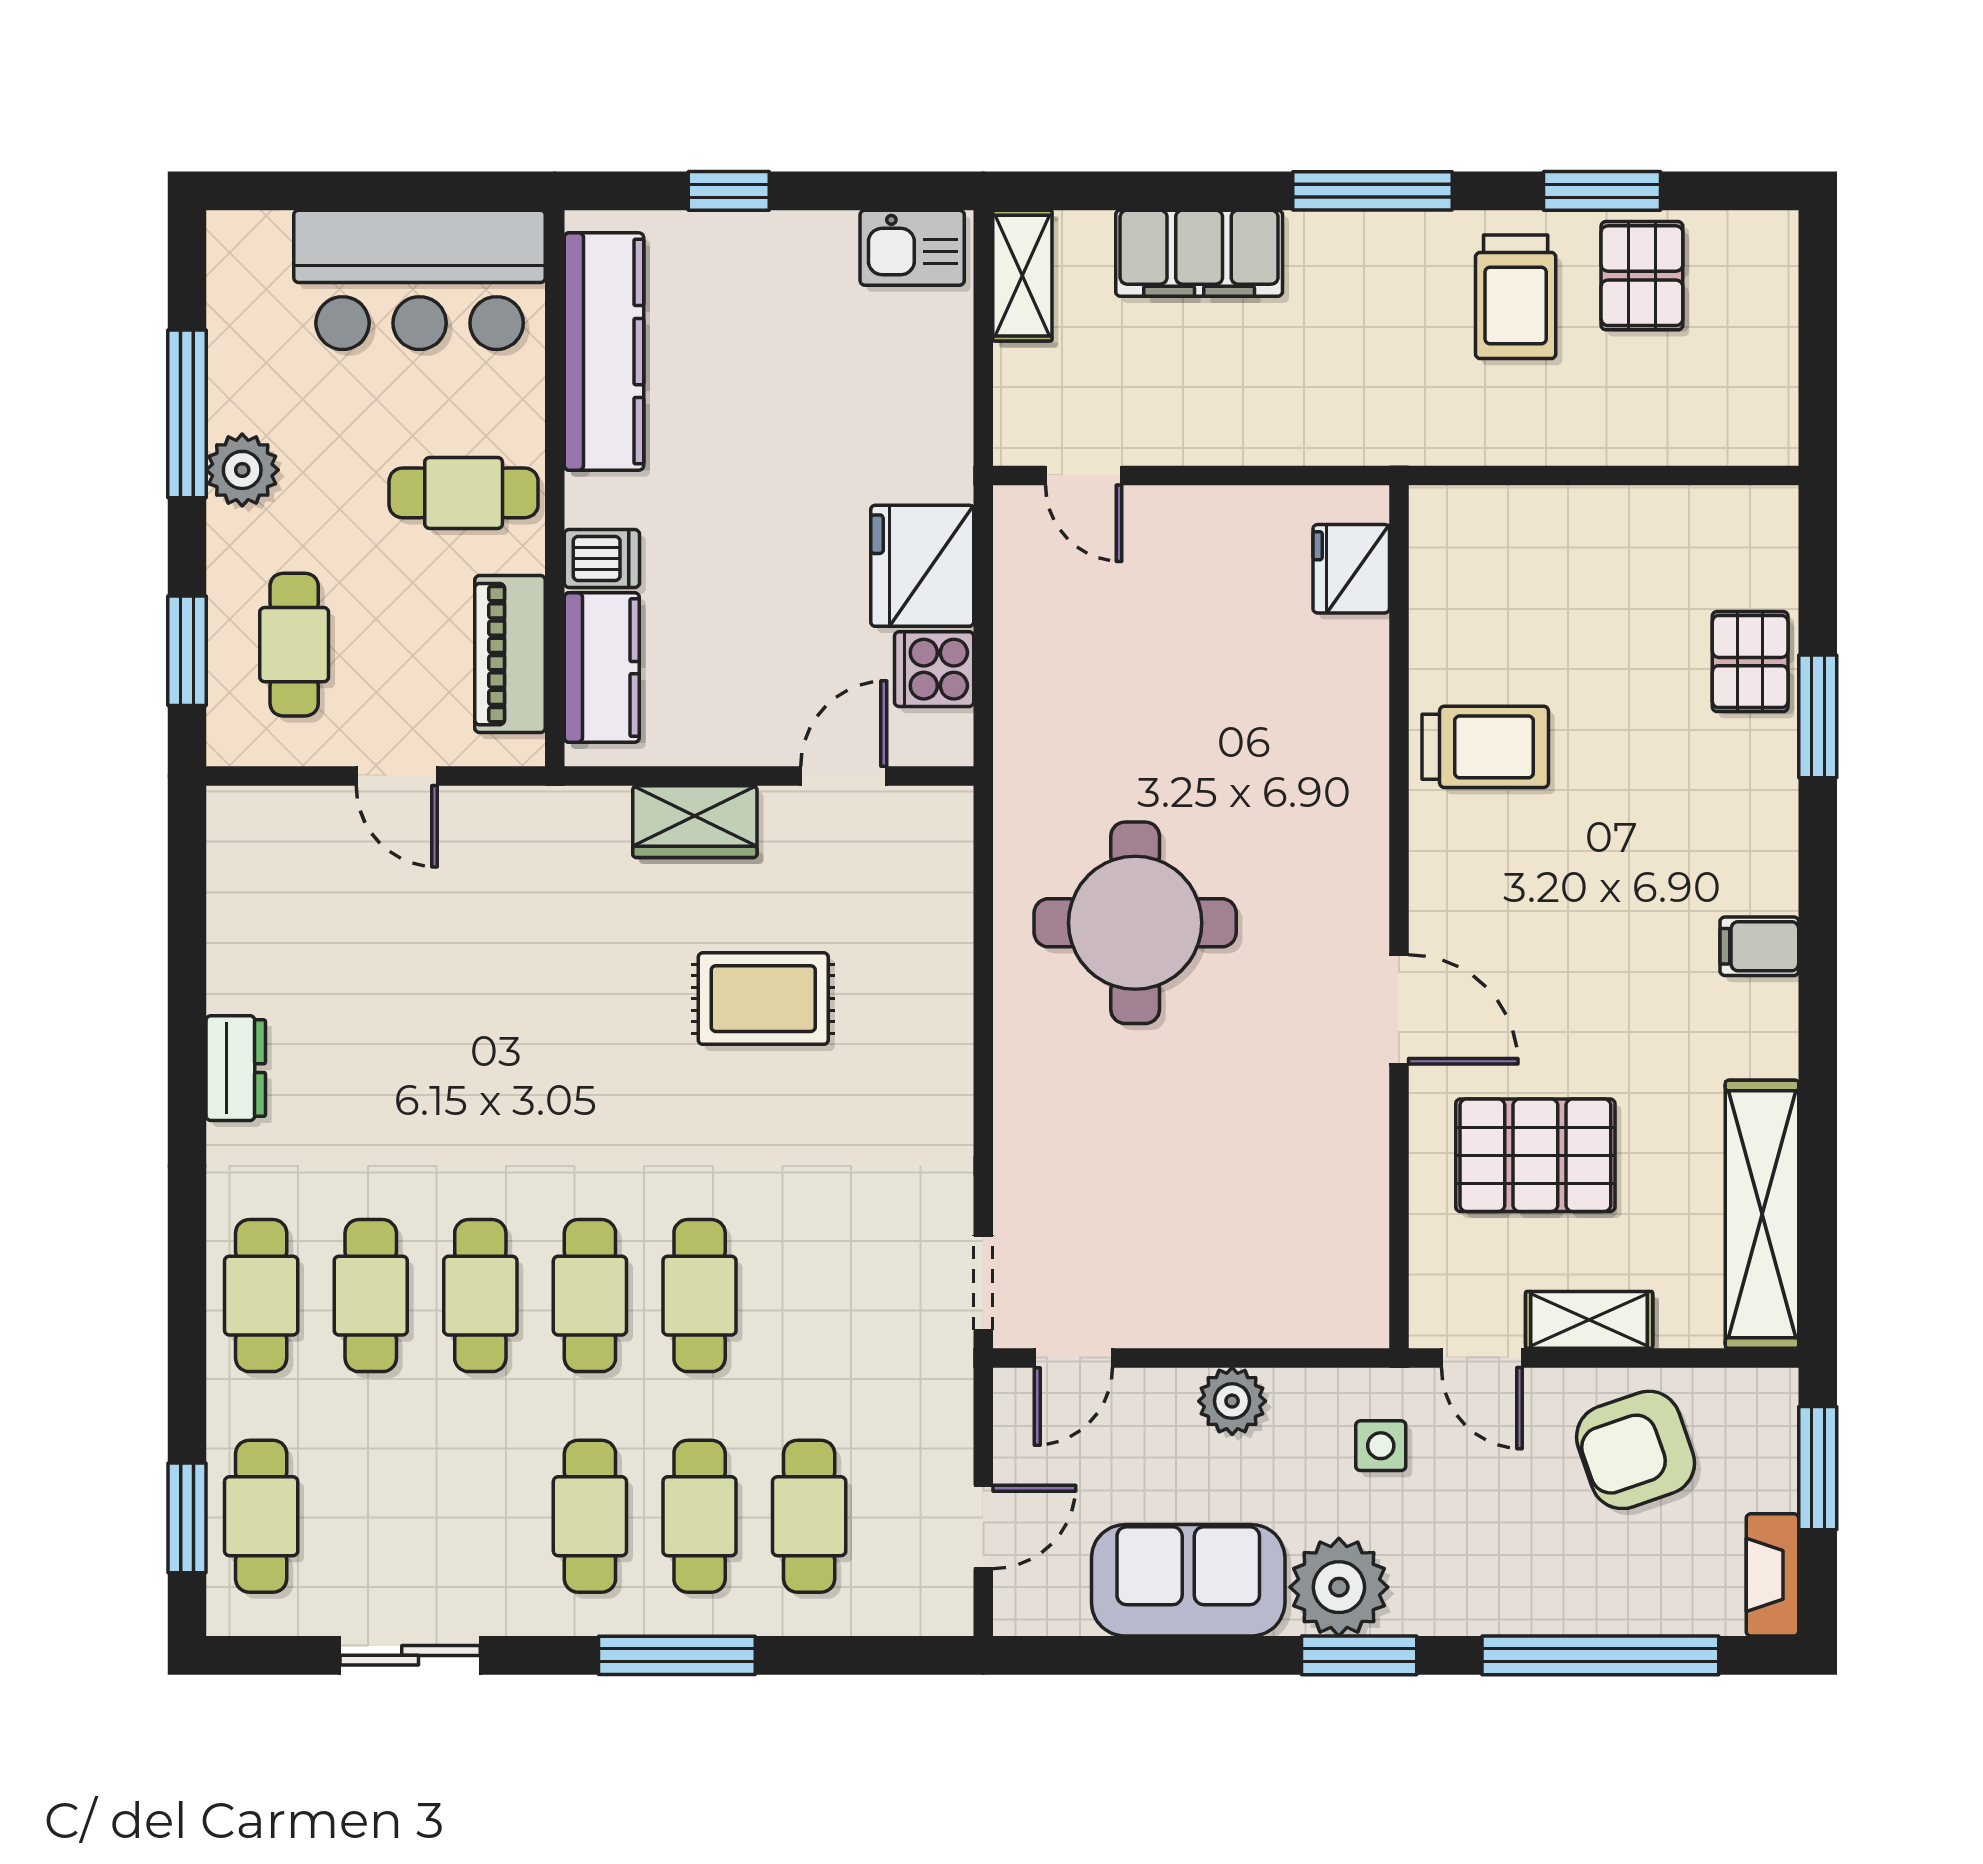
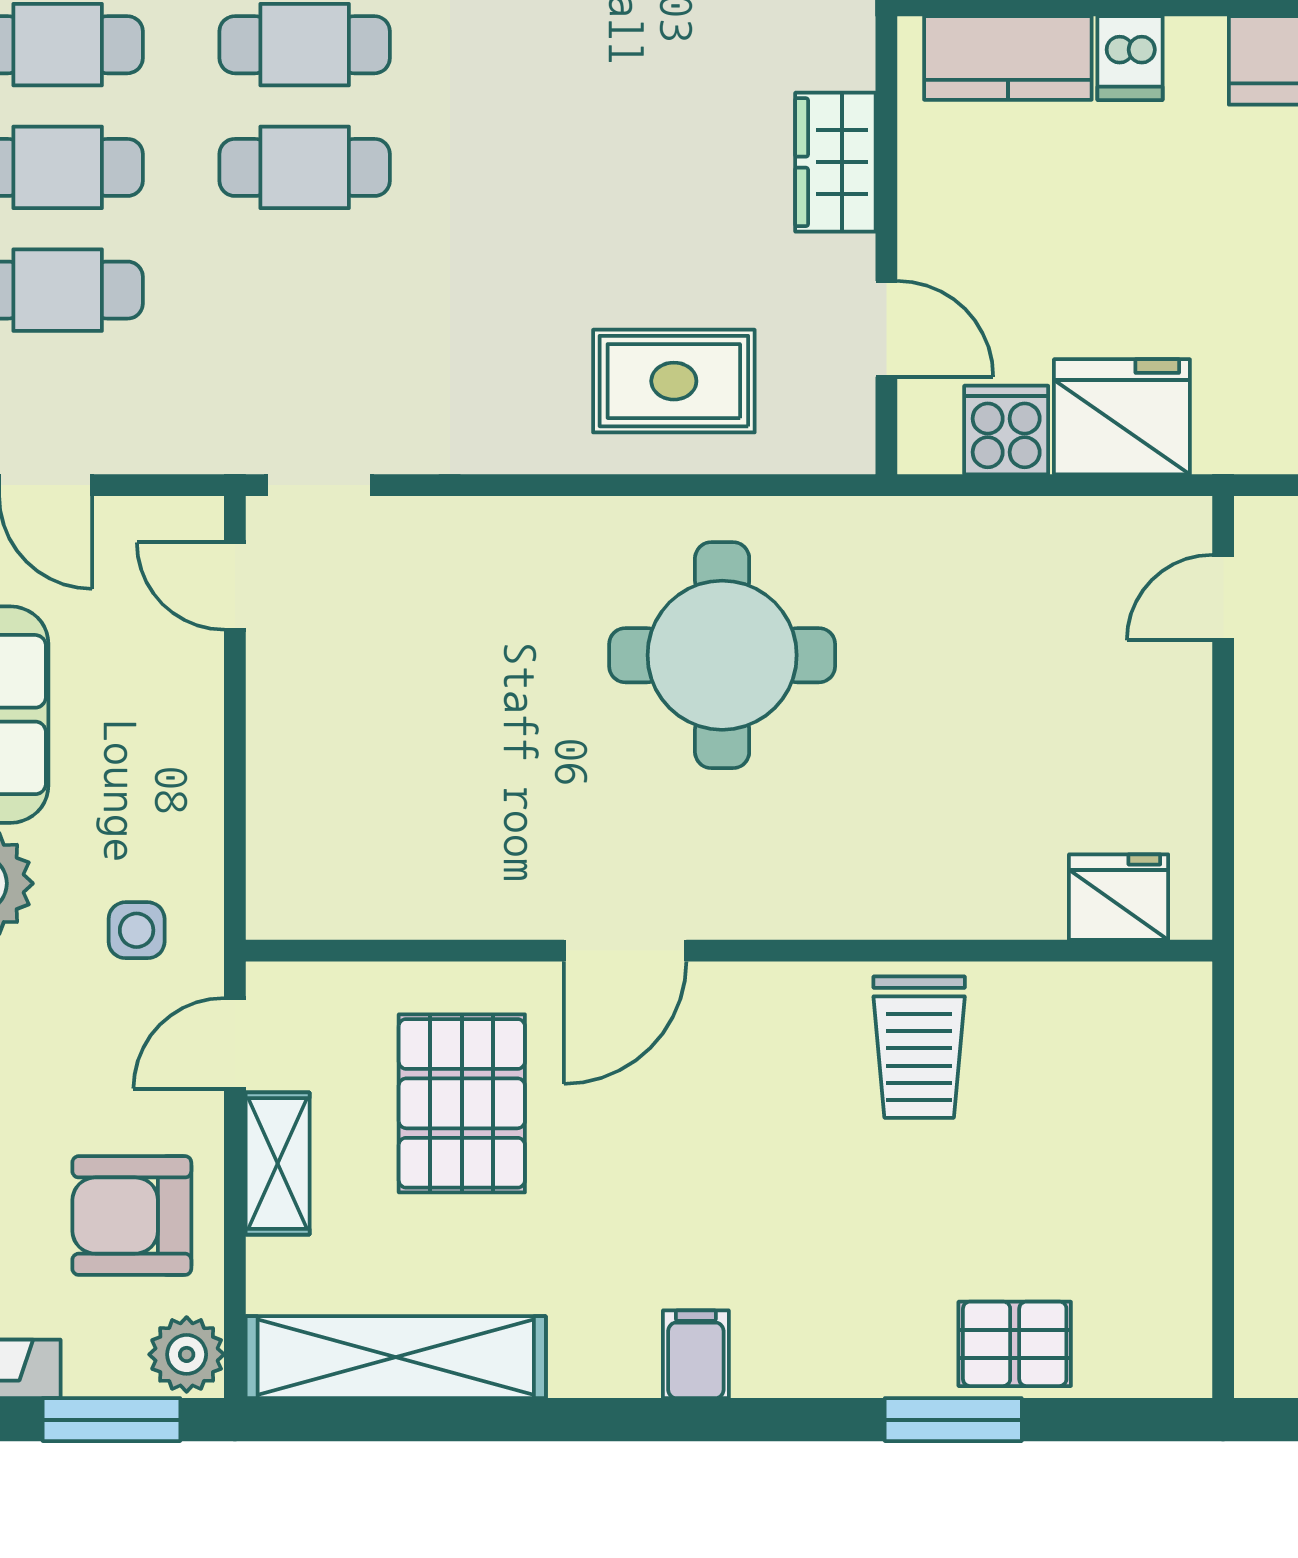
rug: (763, 999) -> (674, 381), moved, turned 90
plant: (1232, 1401) -> (187, 1354), moved
armchair: (1636, 1450) -> (132, 1216), turned -71

